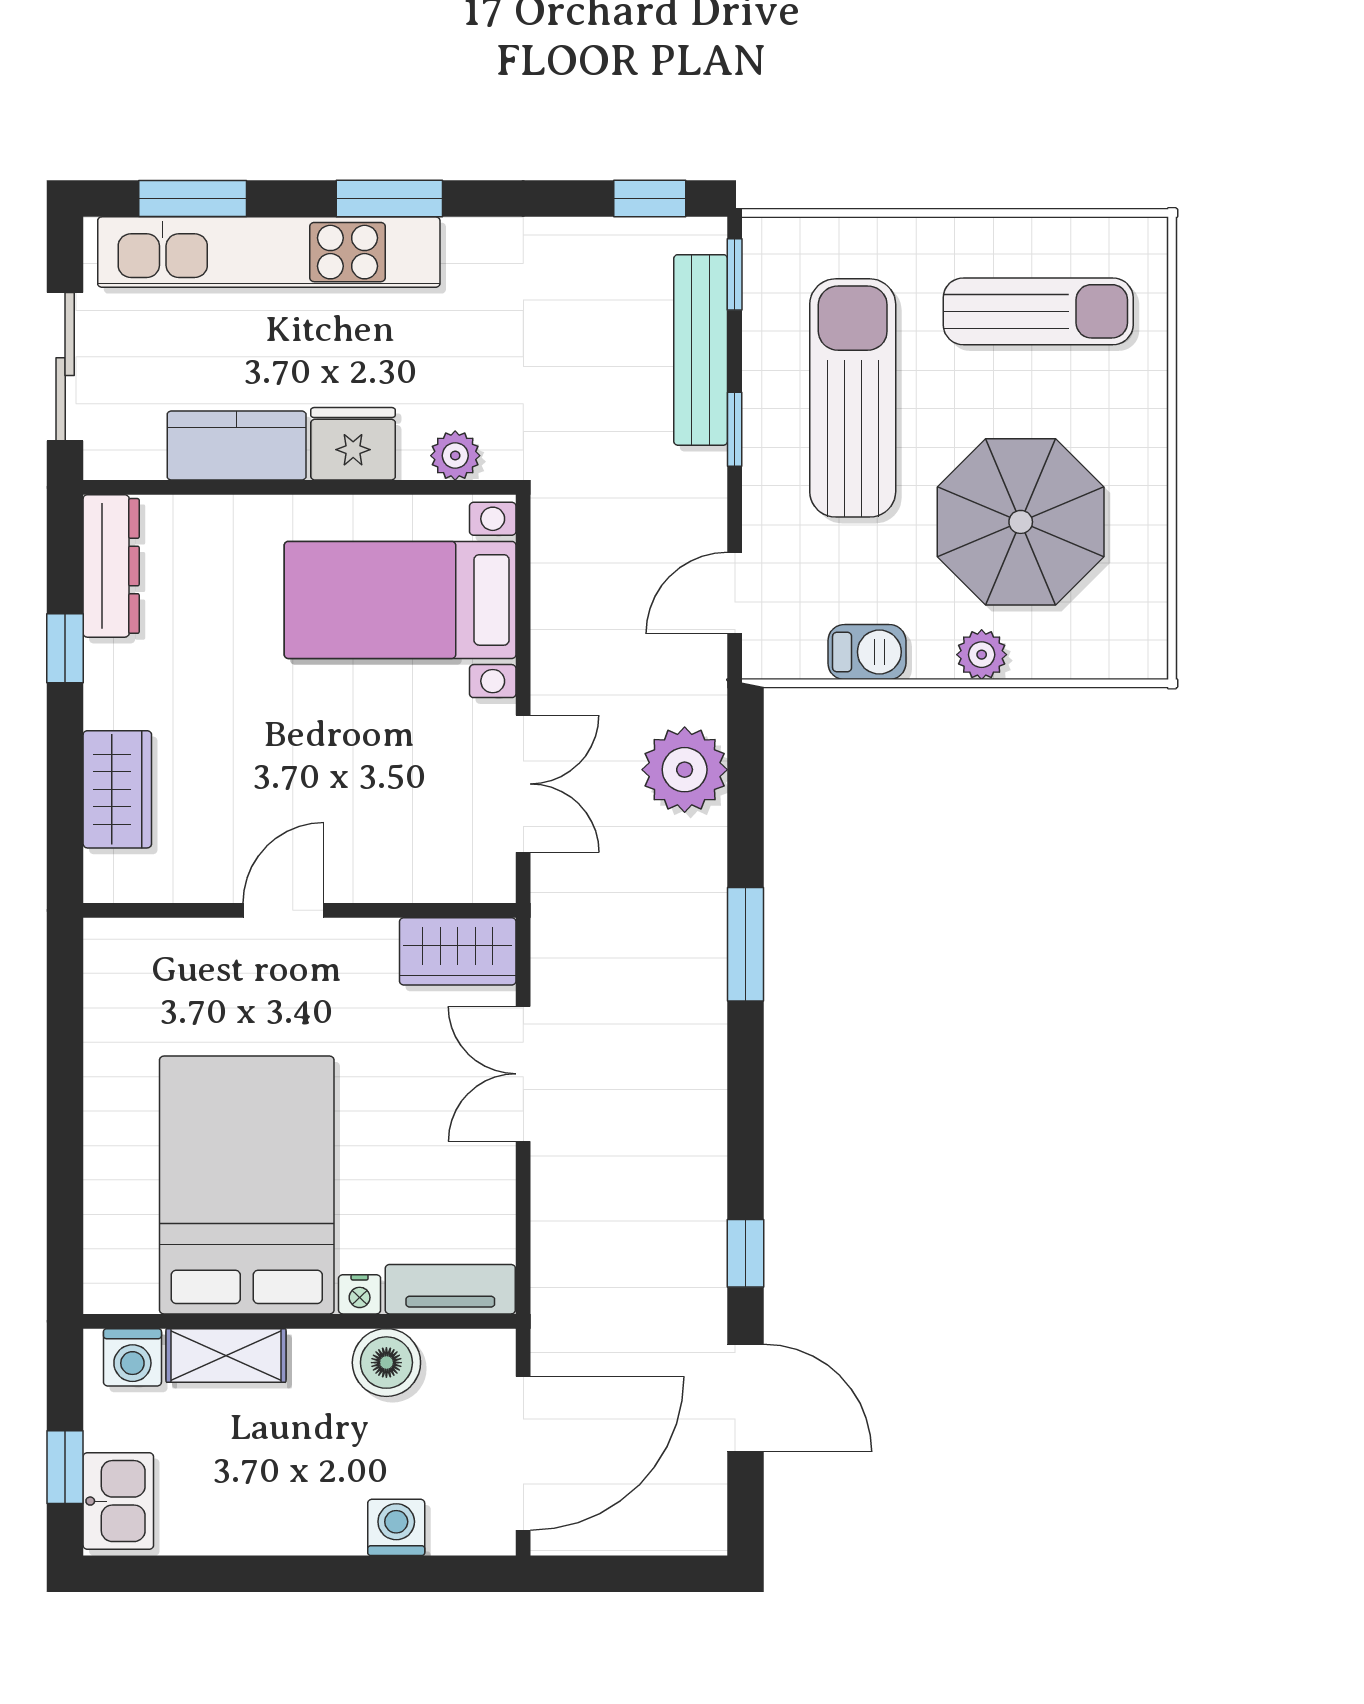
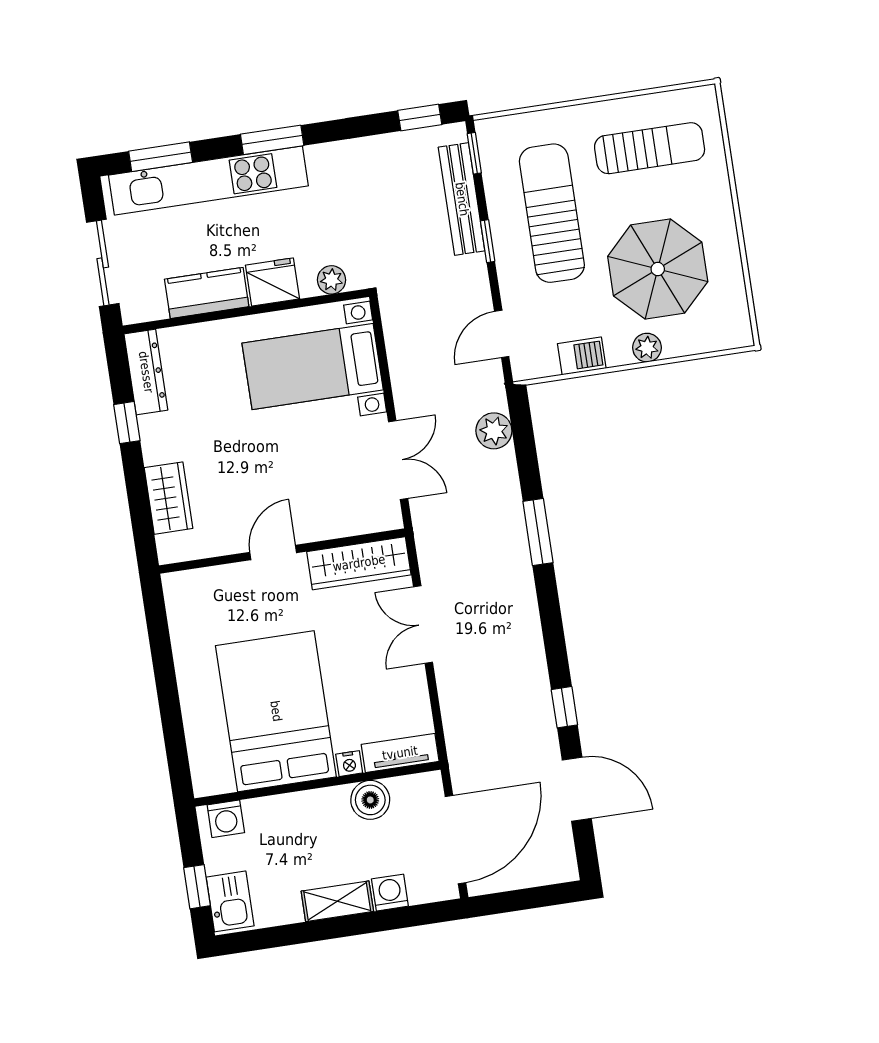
plant: (685, 770) -> (494, 431), width x0.73, depth x0.73
wardrobe: (458, 951) -> (359, 563), width x1.50
shelving: (226, 1355) -> (337, 901), moved

